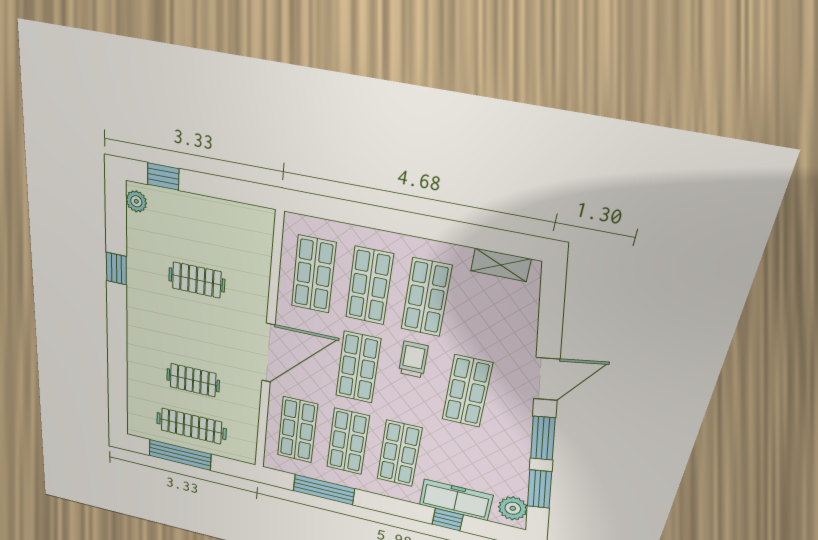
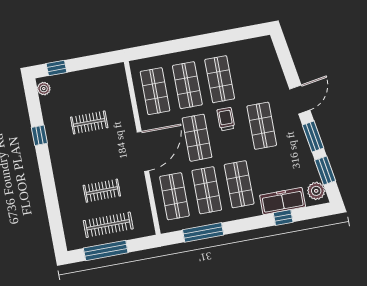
shelving: (501, 265) -> (251, 45), removed

